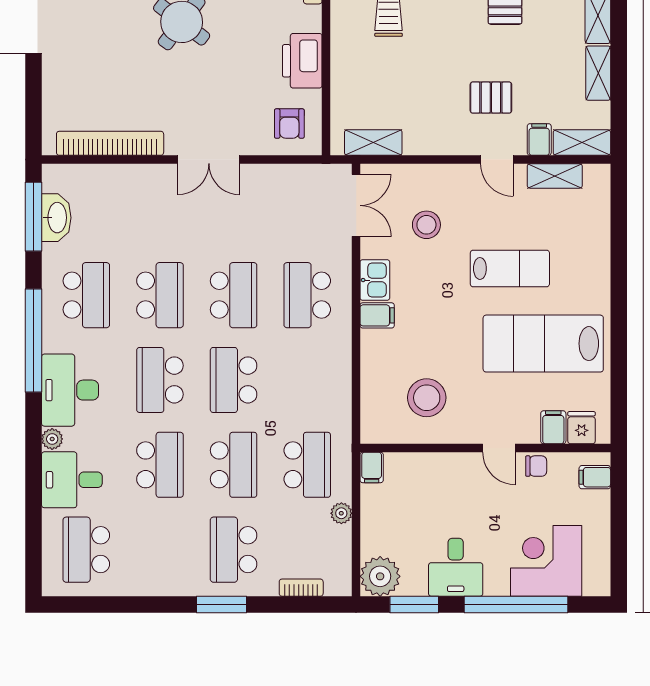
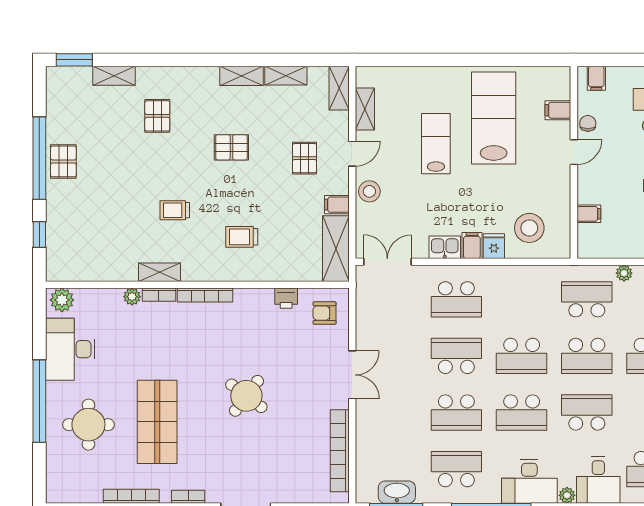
printer: (302, 61) -> (286, 298), width x0.53, depth x0.68
armchair: (289, 124) -> (325, 313), turned 180
filing cabinet: (539, 139) -> (337, 205), moved
shelving: (373, 142) -> (336, 249), width x1.50, depth x1.33
stool: (426, 225) -> (369, 191), moved
school desk: (160, 295) -> (456, 412), turned 180
lab bench: (543, 344) -> (494, 118), turned 180
stool: (427, 398) -> (529, 228), moved
fridge: (582, 428) -> (494, 246), moved, turned 90
school desk: (234, 465) -> (587, 356), turned 180
filing cabinet: (372, 467) -> (589, 214), moved

